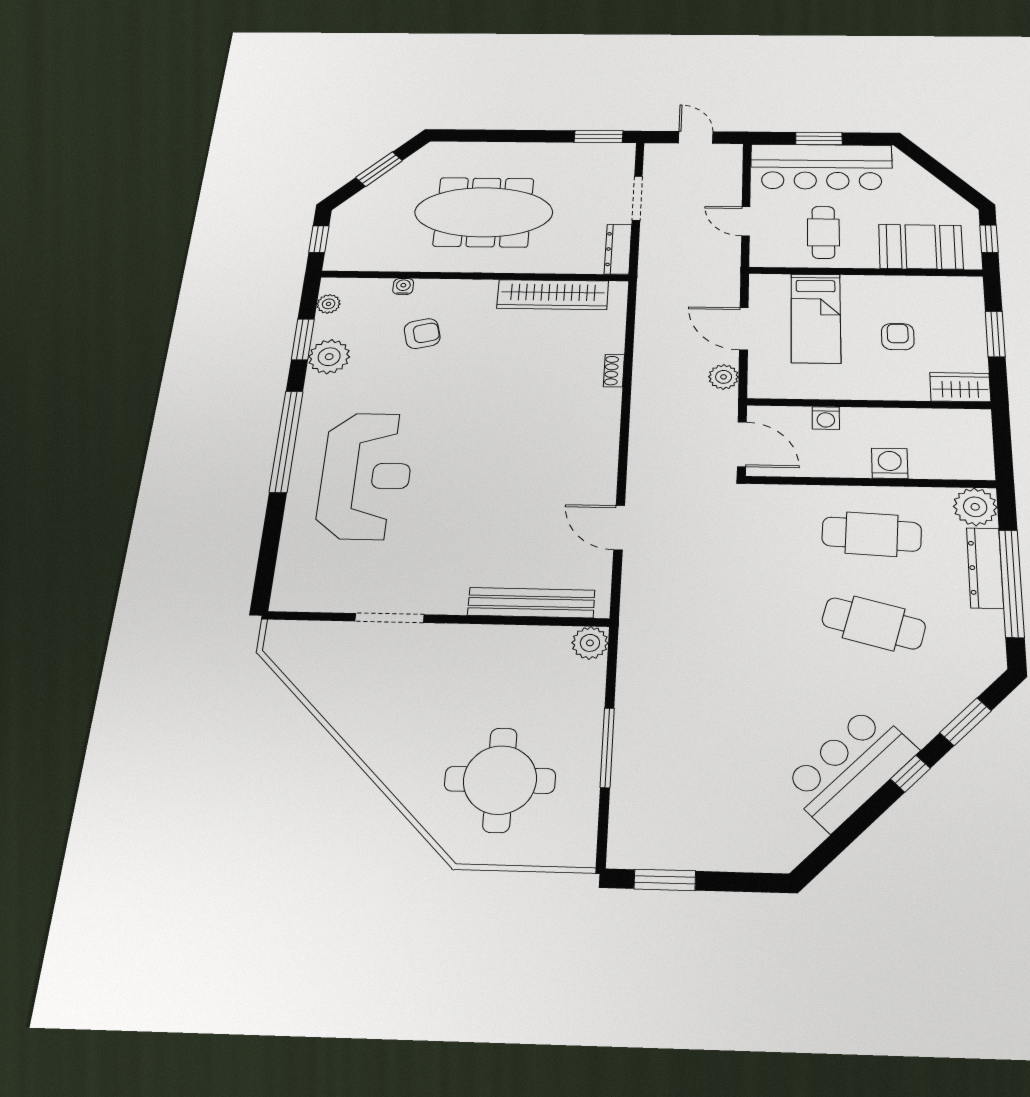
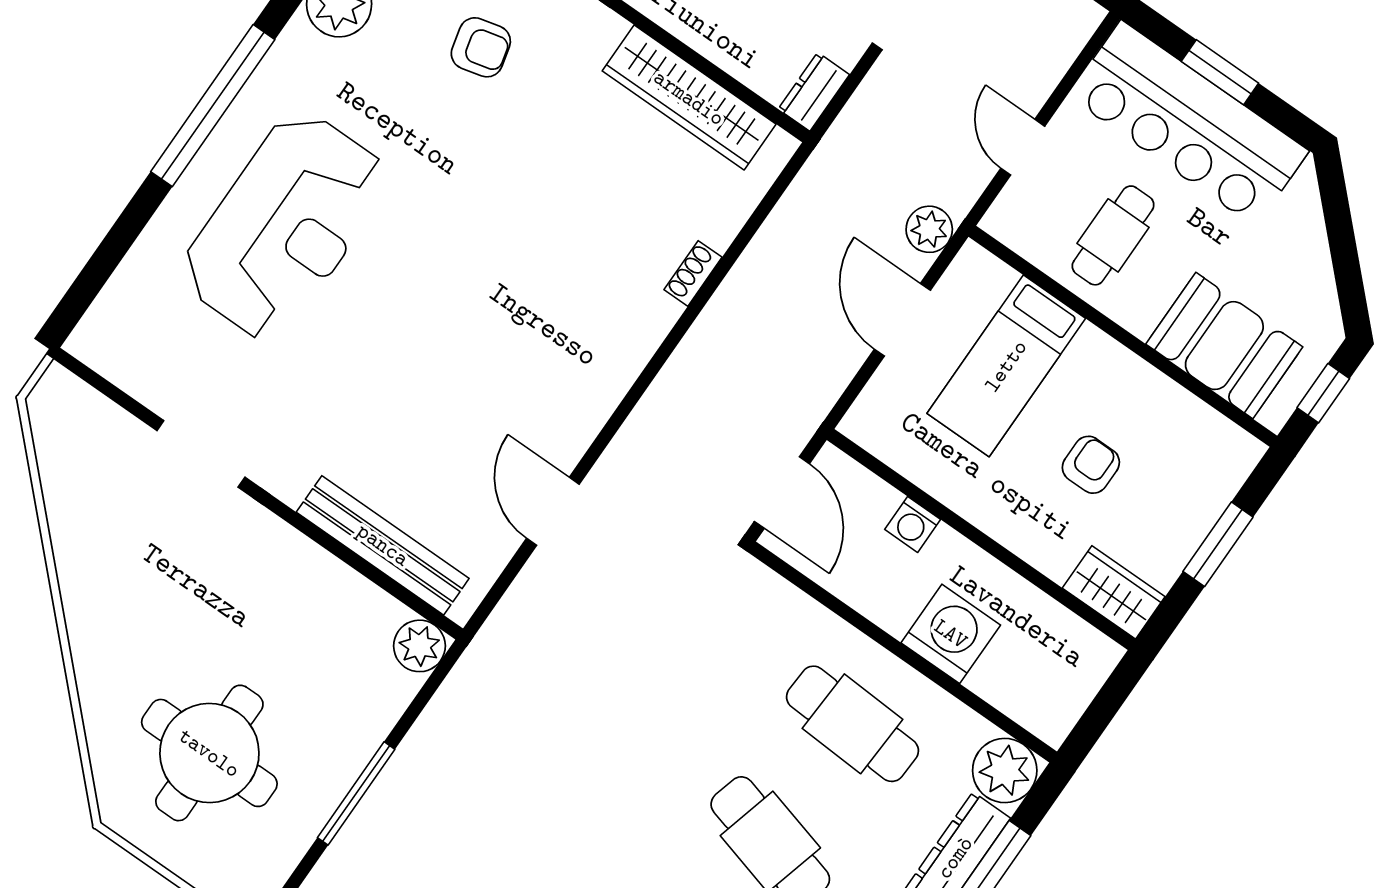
dresser: (618, 249) -> (814, 92), width x0.70
plant: (724, 377) -> (929, 229), moved
washing machine: (890, 463) -> (951, 634), width x1.37, depth x1.37

